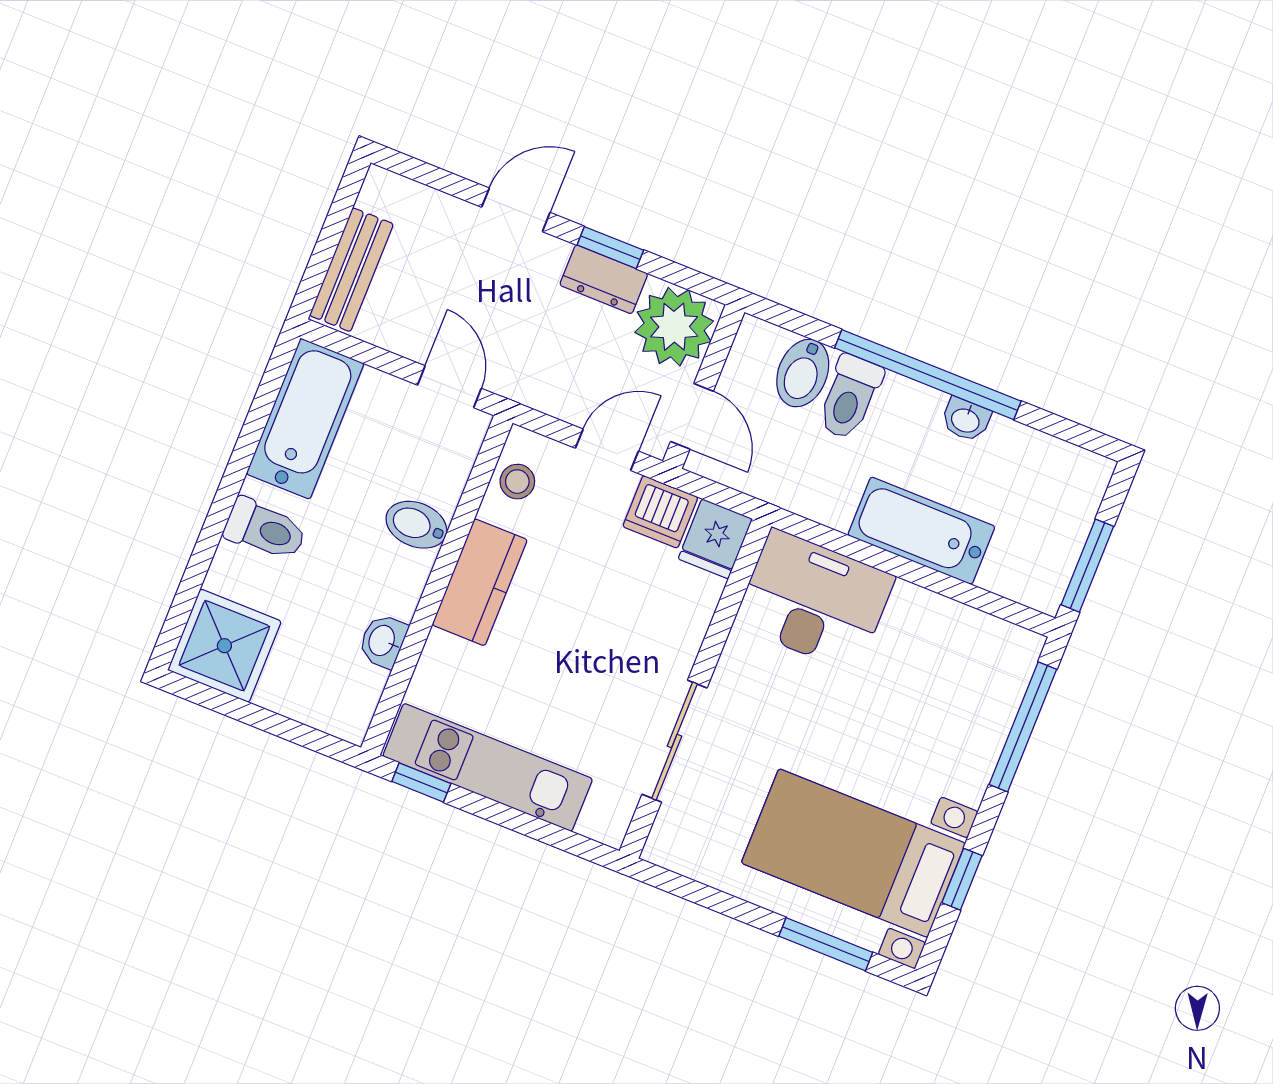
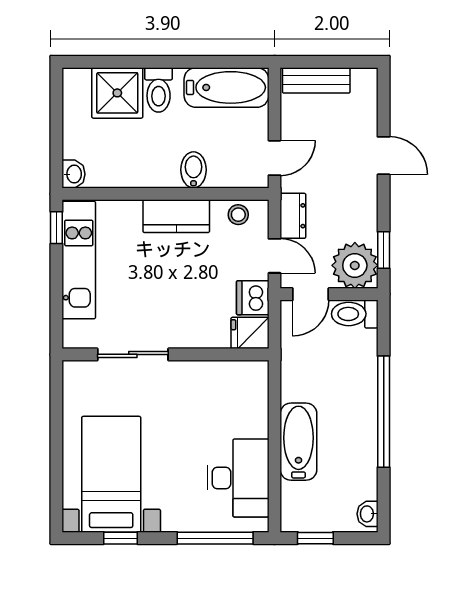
window: (610, 248) -> (384, 250), moved
dresser: (604, 279) -> (293, 216), moved, turned 180
bidet: (803, 373) -> (358, 344), removed
toilet: (850, 397) -> (355, 314), moved
washbasin: (966, 420) -> (368, 514), moved
window: (1087, 566) -> (315, 538), width x0.67
desk: (814, 601) -> (238, 478), moved
washbasin: (383, 641) -> (73, 174), moved, turned 90
shower: (224, 646) -> (117, 93), moved
window: (826, 944) -> (56, 479), removed

